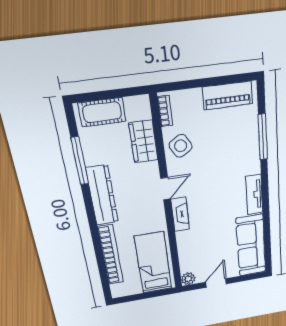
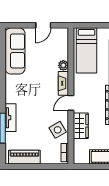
wardrobe: (144, 141) -> (81, 126), moved
tv unit: (254, 195) -> (10, 118), moved
plant: (188, 279) -> (63, 65), moved

